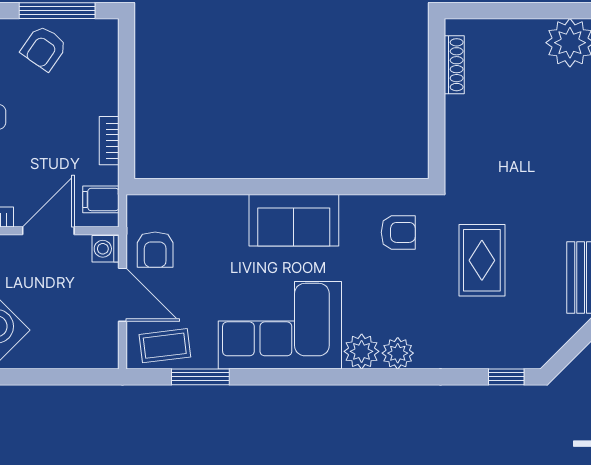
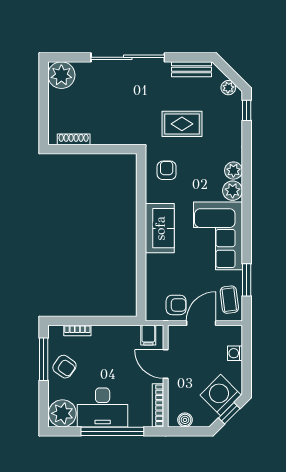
bookcase: (109, 141) -> (77, 330), moved
washing machine: (105, 249) -> (235, 353), moved, turned 90
plant: (547, 344) -> (228, 88), added

